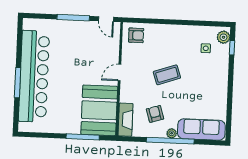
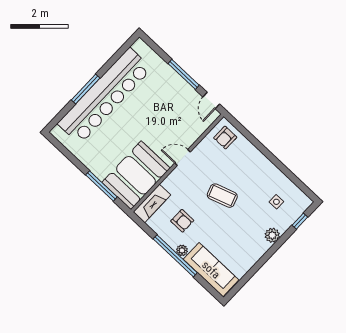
armchair: (136, 35) -> (225, 138), turned 90
plant: (223, 37) -> (272, 235), moved
armchair: (155, 114) -> (182, 221), turned 107

